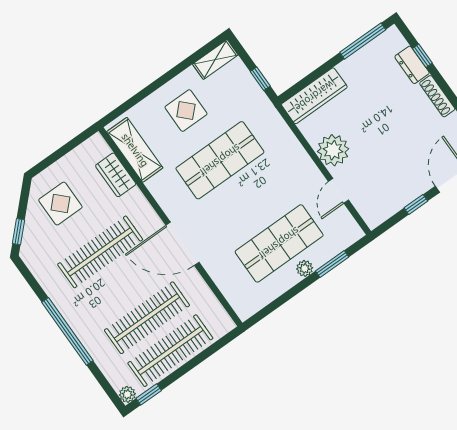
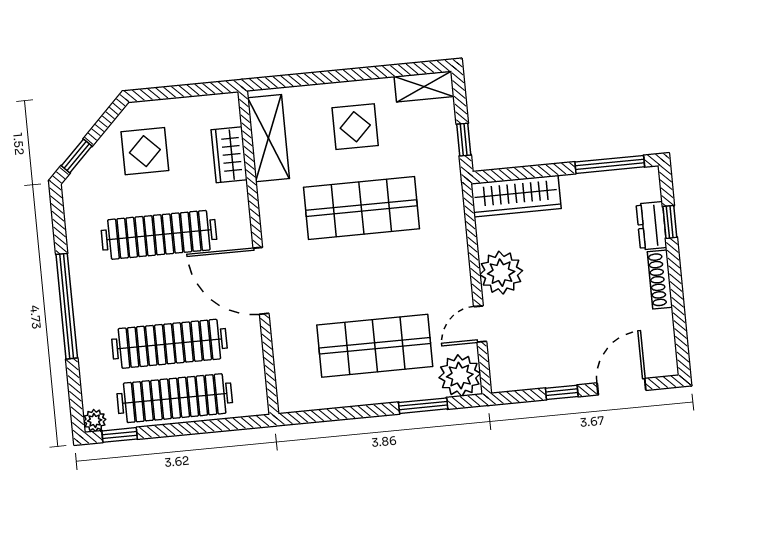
plant: (305, 268) -> (460, 375), moved, width x1.88, depth x1.88

